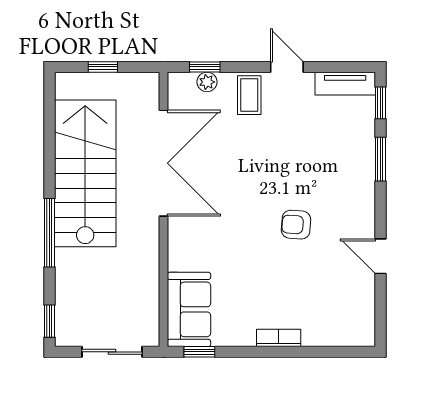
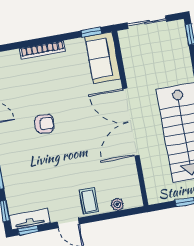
window: (205, 67) -> (28, 230), moved
double door: (164, 163) -> (131, 122), moved
bookcase: (279, 338) -> (42, 50), width x1.56

